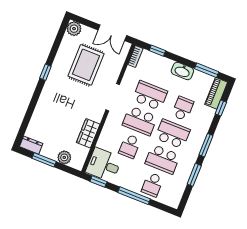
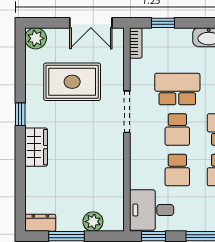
rug: (86, 65) -> (72, 82), turned 90
school desk: (140, 121) -> (177, 129), width x0.54
wardrobe: (88, 133) -> (36, 147), moved, turned 180

